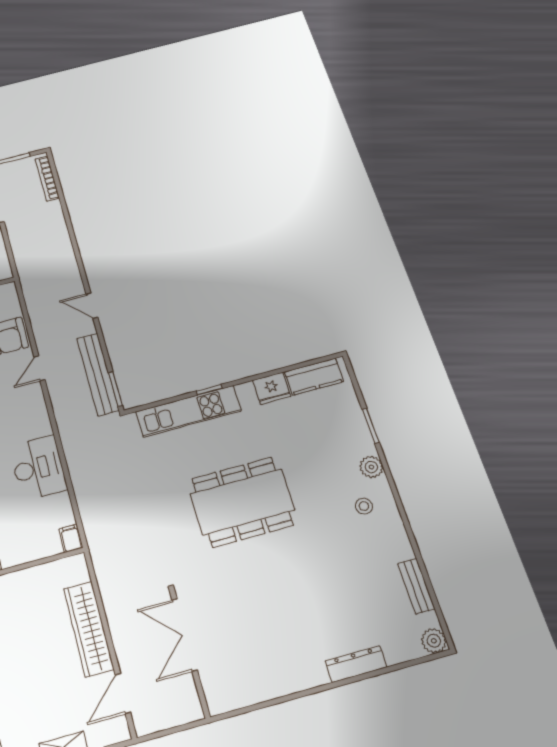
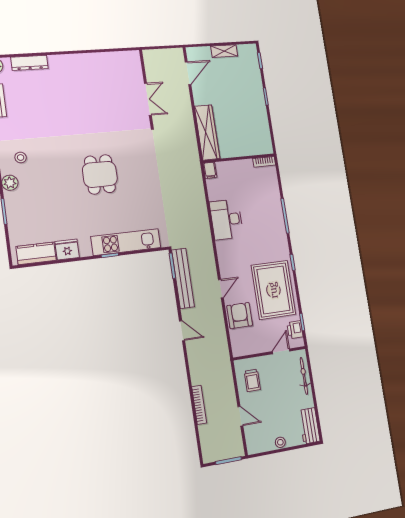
bookcase: (47, 178) -> (199, 405), moved
dining table: (242, 502) -> (100, 174), width x0.53, depth x0.80
wardrobe: (89, 629) -> (207, 132), moved
double door: (184, 635) -> (148, 99), width x0.73
dresser: (356, 664) -> (29, 63), moved

